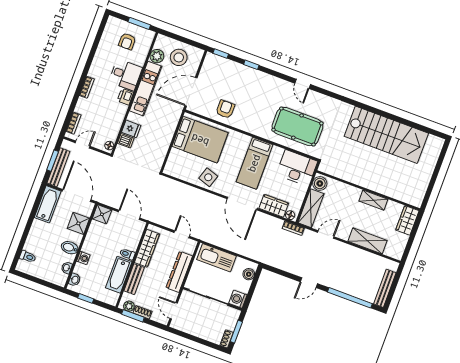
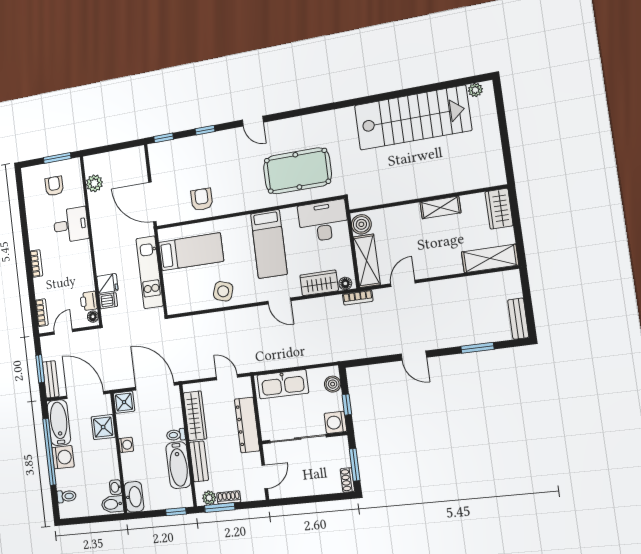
armchair: (127, 41) -> (54, 186), turned 180
stool: (179, 57) -> (119, 170), removed
door: (303, 84) -> (253, 121), moved
kitchen unit: (146, 89) -> (150, 272), moved, turned 180
door: (191, 92) -> (152, 202), hinge flipped
printer: (125, 97) -> (89, 301), moved
bed: (200, 140) -> (191, 252), width x0.67
plant: (432, 140) -> (475, 90), added
bench: (58, 167) -> (51, 379), width x0.73
door: (242, 204) -> (279, 301), width x0.53
door: (129, 215) -> (155, 386), width x1.36
window: (30, 221) -> (49, 452), added
washing machine: (39, 229) -> (63, 457), added
shelving: (368, 241) -> (490, 258), moved
bidet: (70, 248) -> (112, 504), moved
washing machine: (83, 258) -> (126, 445), moved
washbasin: (75, 280) -> (134, 497), width x1.91, depth x1.45
door: (309, 283) -> (414, 356), hinge flipped
bench: (385, 288) -> (518, 319), width x0.73
window: (251, 292) -> (347, 405), added
window: (86, 298) -> (176, 512), moved
window: (350, 298) -> (477, 348), width x0.47
door: (174, 311) -> (265, 477), swing flipped

